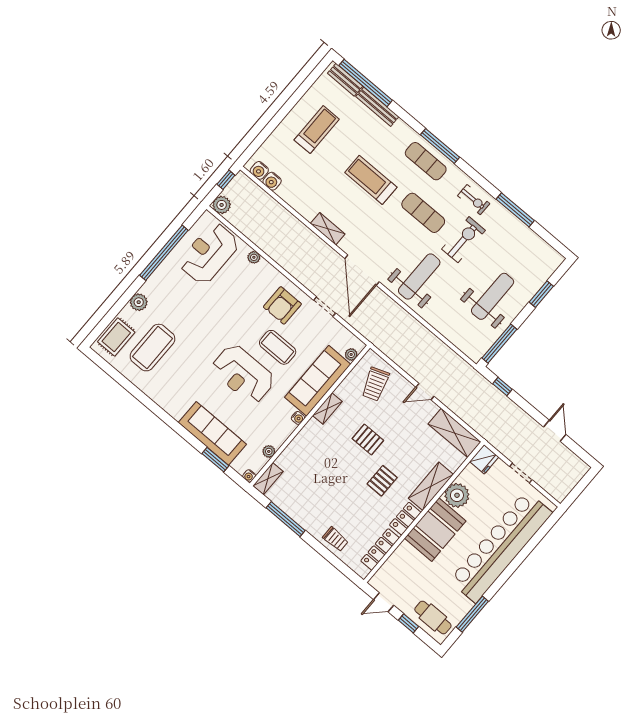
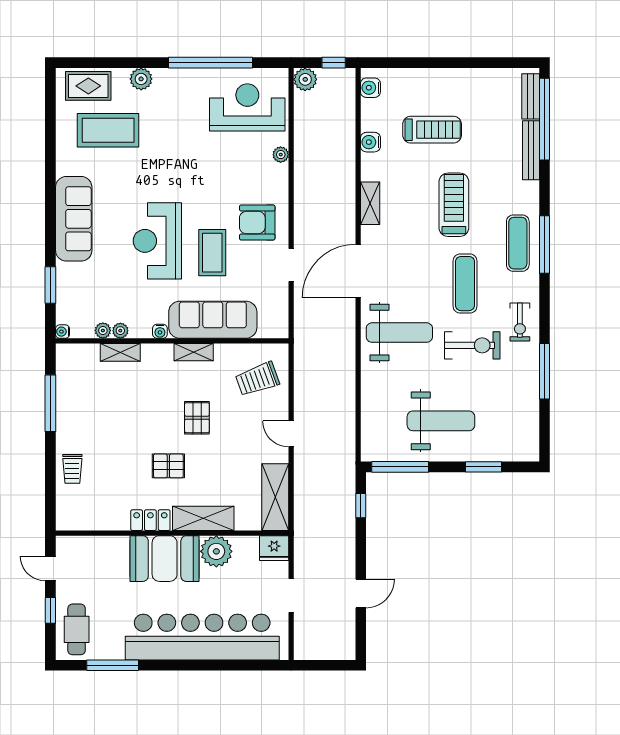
treadmill: (317, 130) -> (432, 130), moved
water cooler: (272, 181) -> (370, 142), moved
plant: (351, 354) -> (120, 331), moved
sofa: (212, 433) -> (74, 219), moved
shelving: (268, 479) -> (120, 352), moved
locker: (380, 549) -> (99, 521), removed

